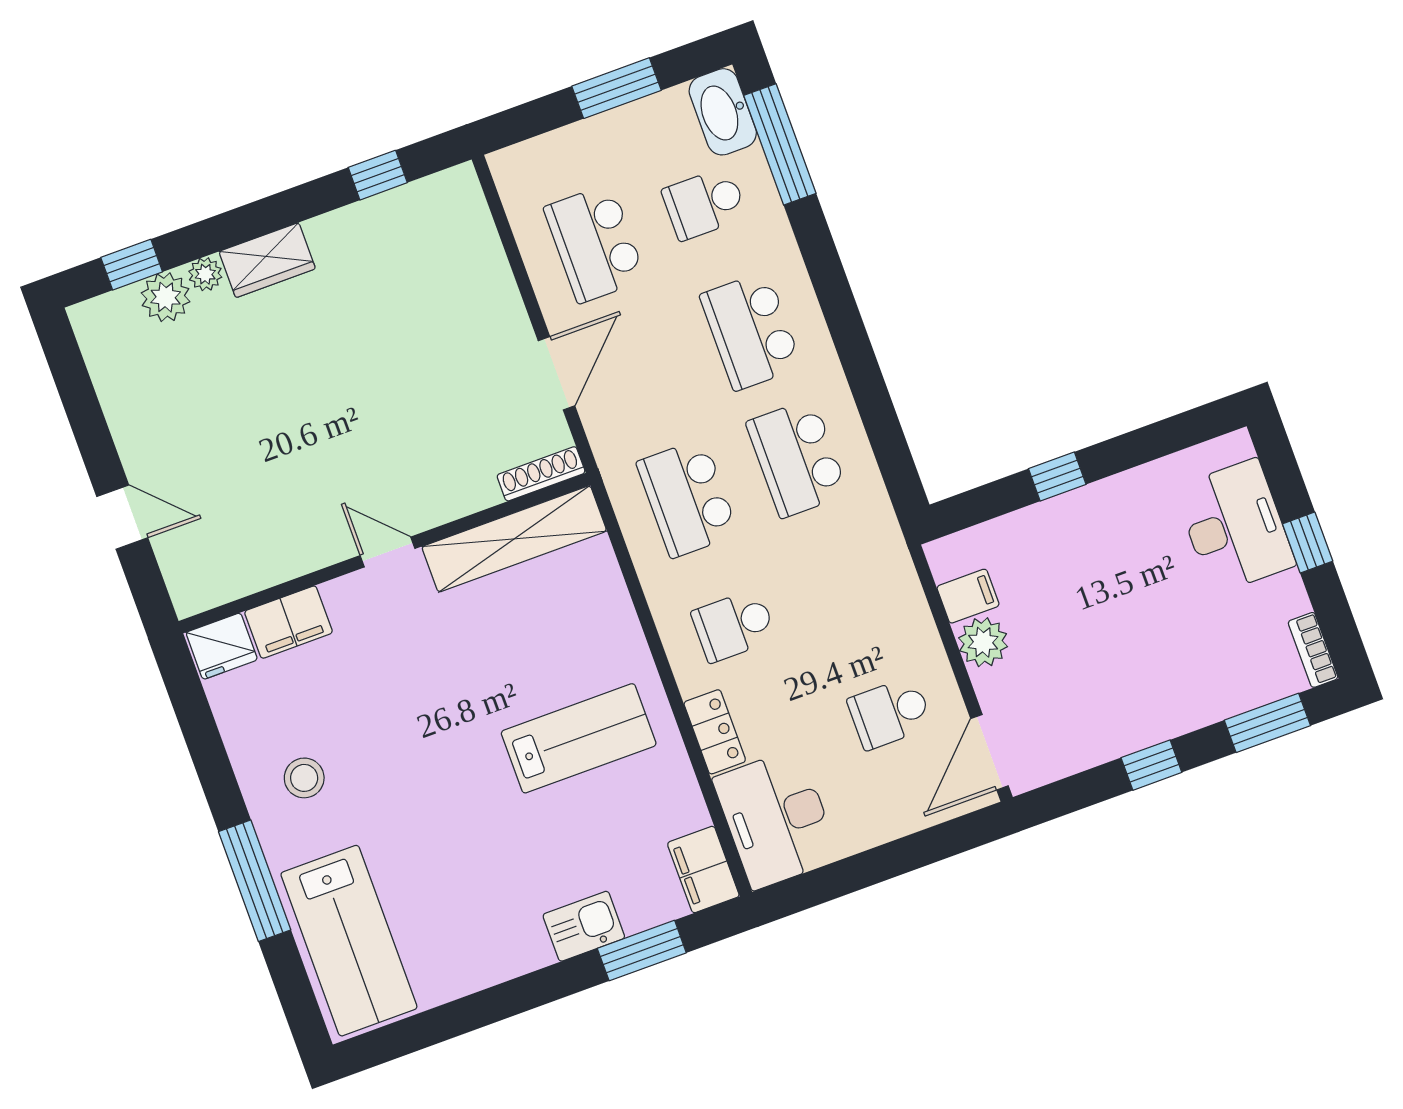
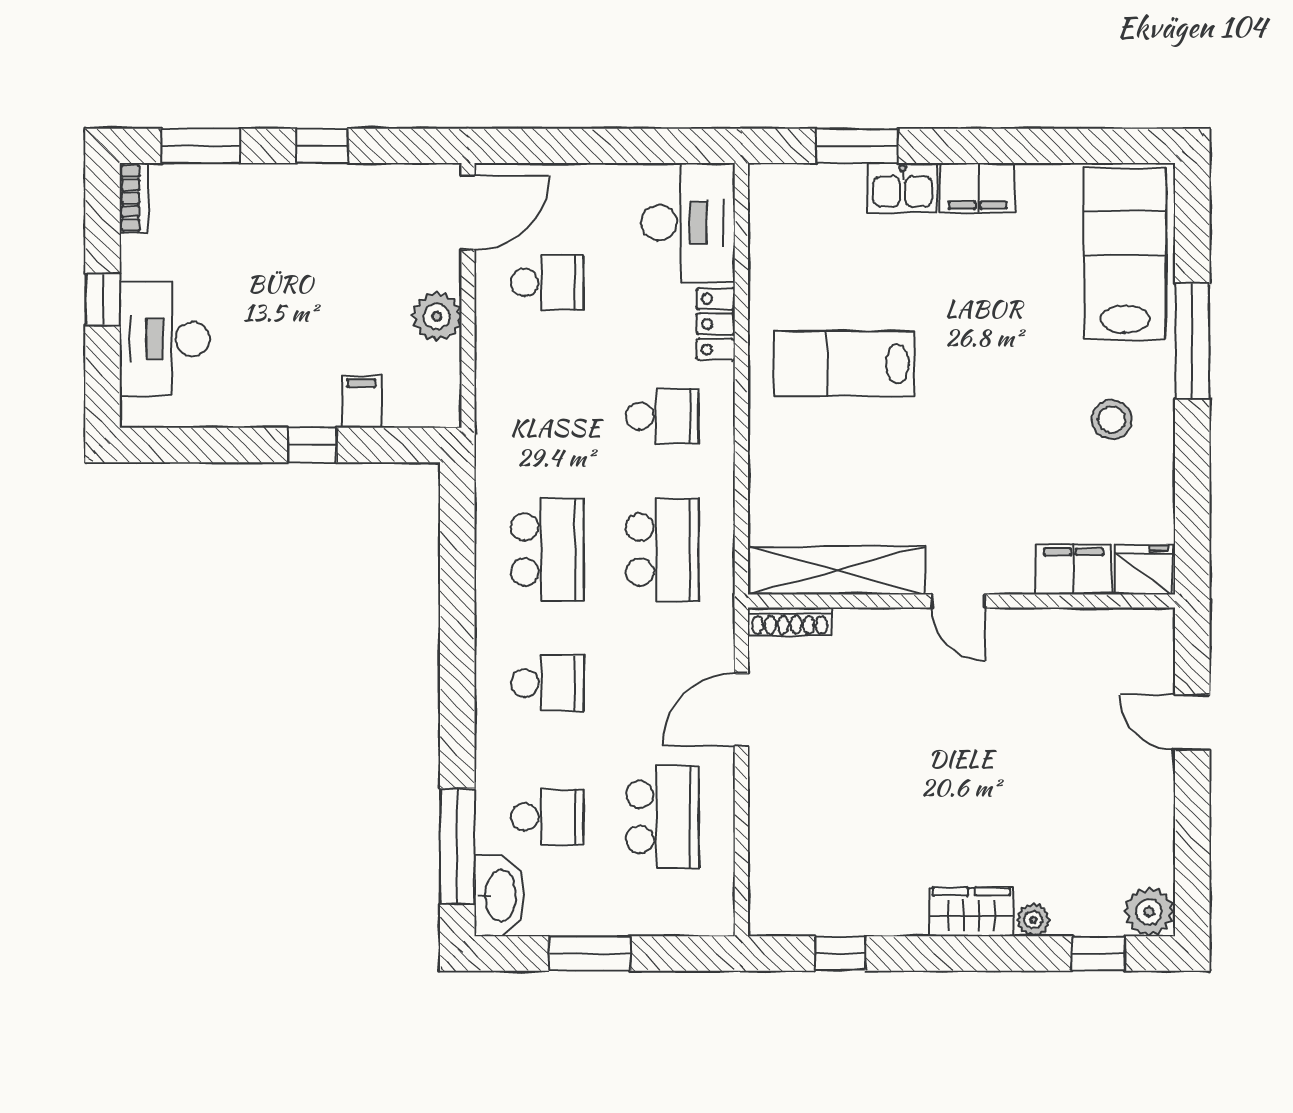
plant: (166, 297) -> (1149, 912), moved
school desk: (751, 331) -> (547, 683), width x0.54
filing cabinet: (968, 596) -> (362, 402), moved, turned 90
filing cabinet: (703, 869) -> (978, 188), moved, turned 90

